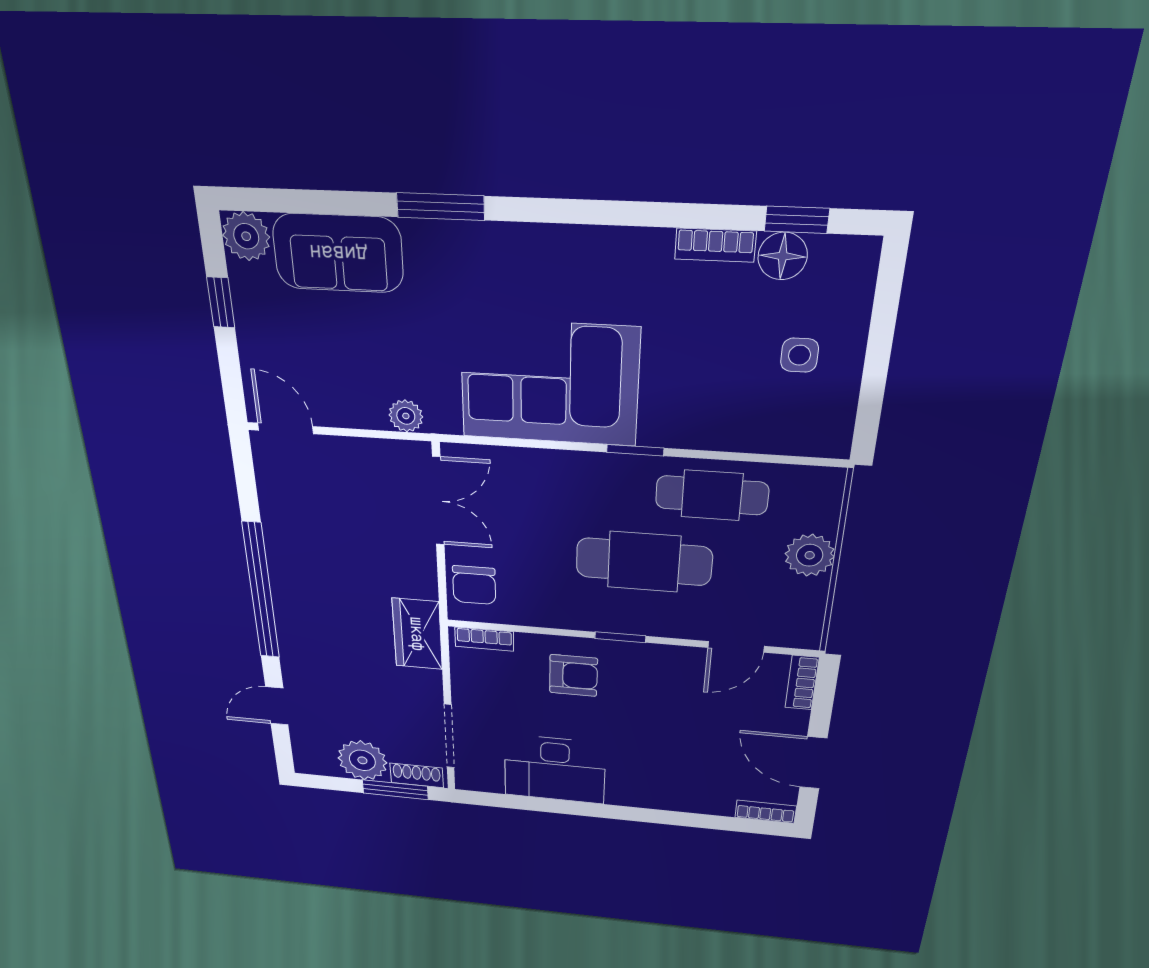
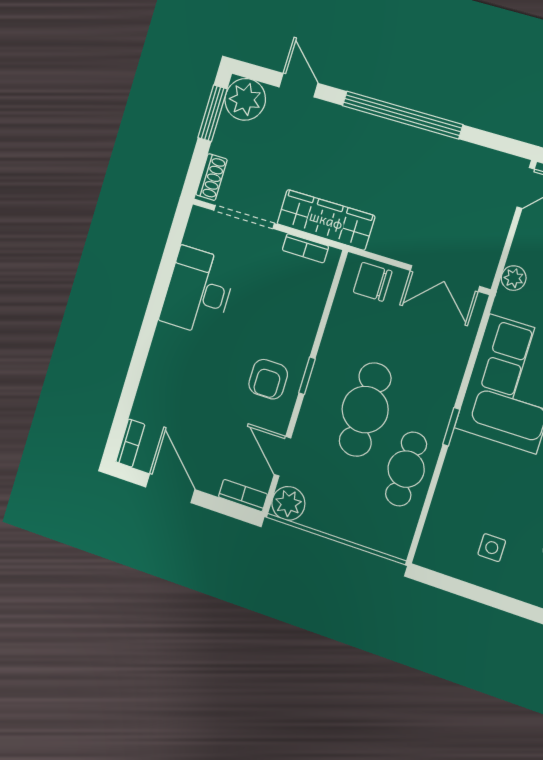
plant: (810, 555) -> (288, 503), moved
wardrobe: (417, 634) -> (326, 220), width x1.50
bookcase: (484, 639) -> (305, 248), moved, turned -90
armchair: (573, 675) -> (268, 379), moved
plant: (362, 760) -> (245, 99), moved
door: (813, 763) -> (170, 488), hinge flipped
window: (395, 790) -> (213, 113), moved

